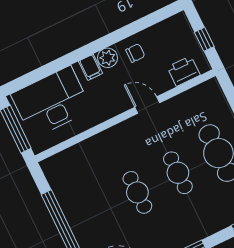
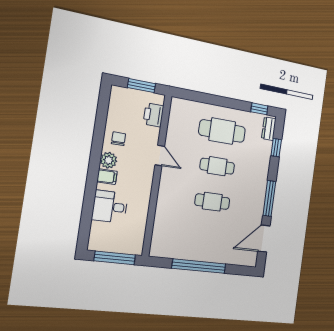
window: (204, 39) -> (141, 86), width x1.50
desk: (51, 102) -> (110, 207), width x0.53, depth x0.77
door: (147, 105) -> (160, 155), swing flipped

